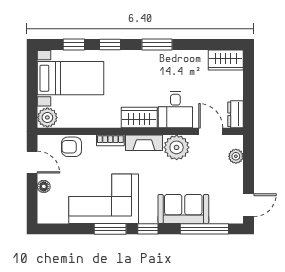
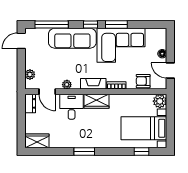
window: (110, 44) -> (117, 152), removed
armchair: (71, 147) -> (143, 81), turned 180
plant: (177, 147) -> (67, 85), width x0.53, depth x0.53
sofa: (183, 209) -> (72, 38), width x1.36

